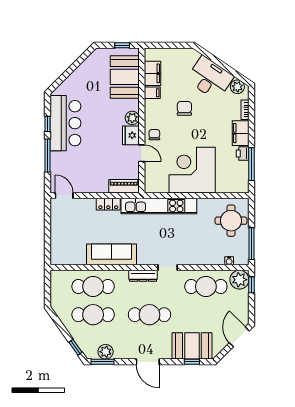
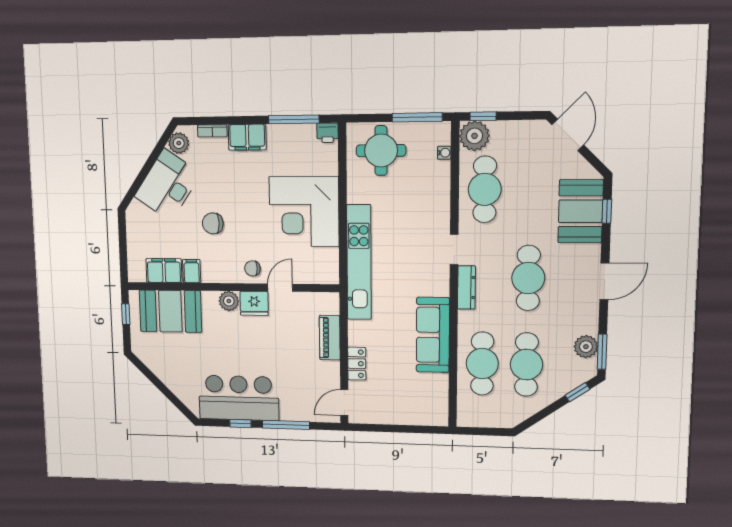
printer: (243, 154) -> (328, 133), moved
piano: (124, 186) -> (330, 338), moved
locker: (108, 204) -> (357, 364), moved
door: (239, 337) -> (568, 135), swing flipped

